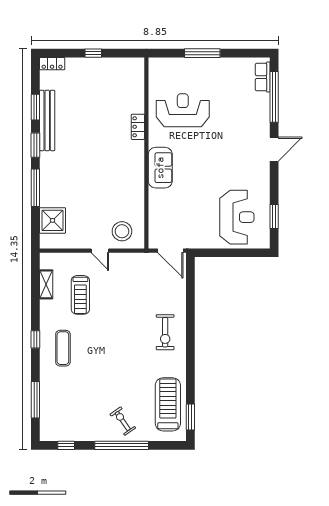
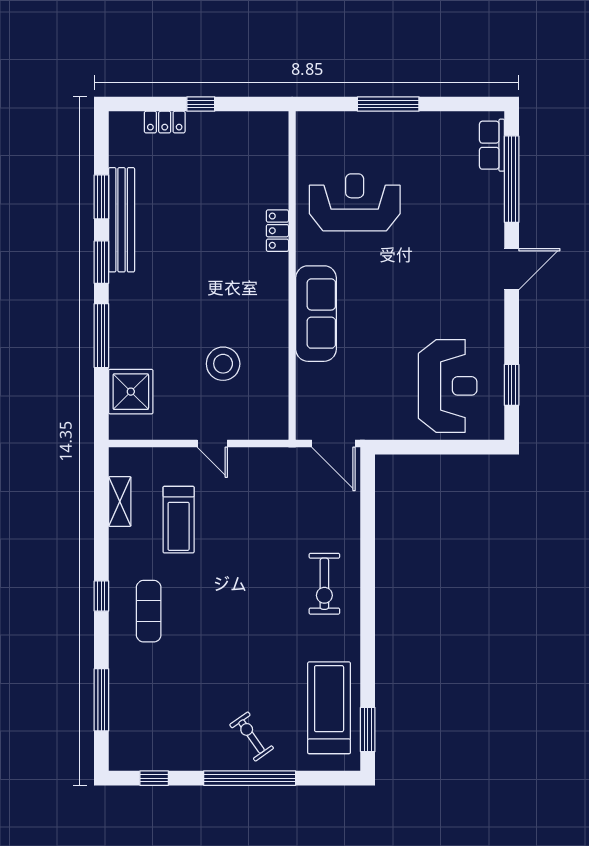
locker: (52, 64) -> (165, 122), moved
sofa: (160, 168) -> (316, 314), width x1.36
stool: (122, 231) -> (223, 364), moved

